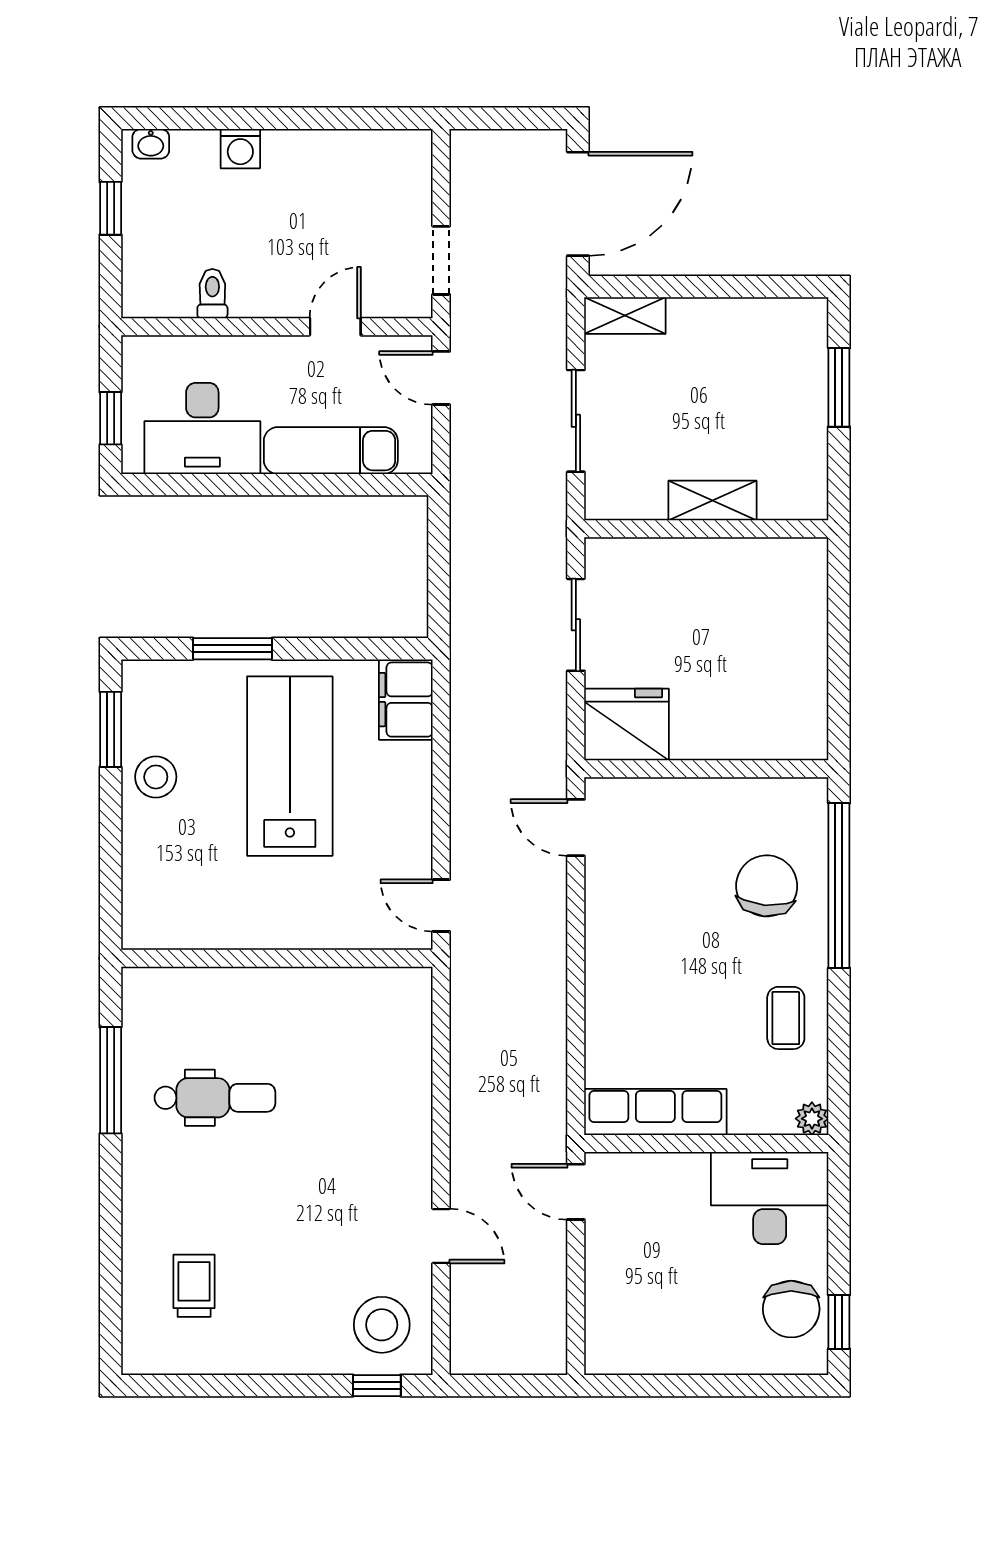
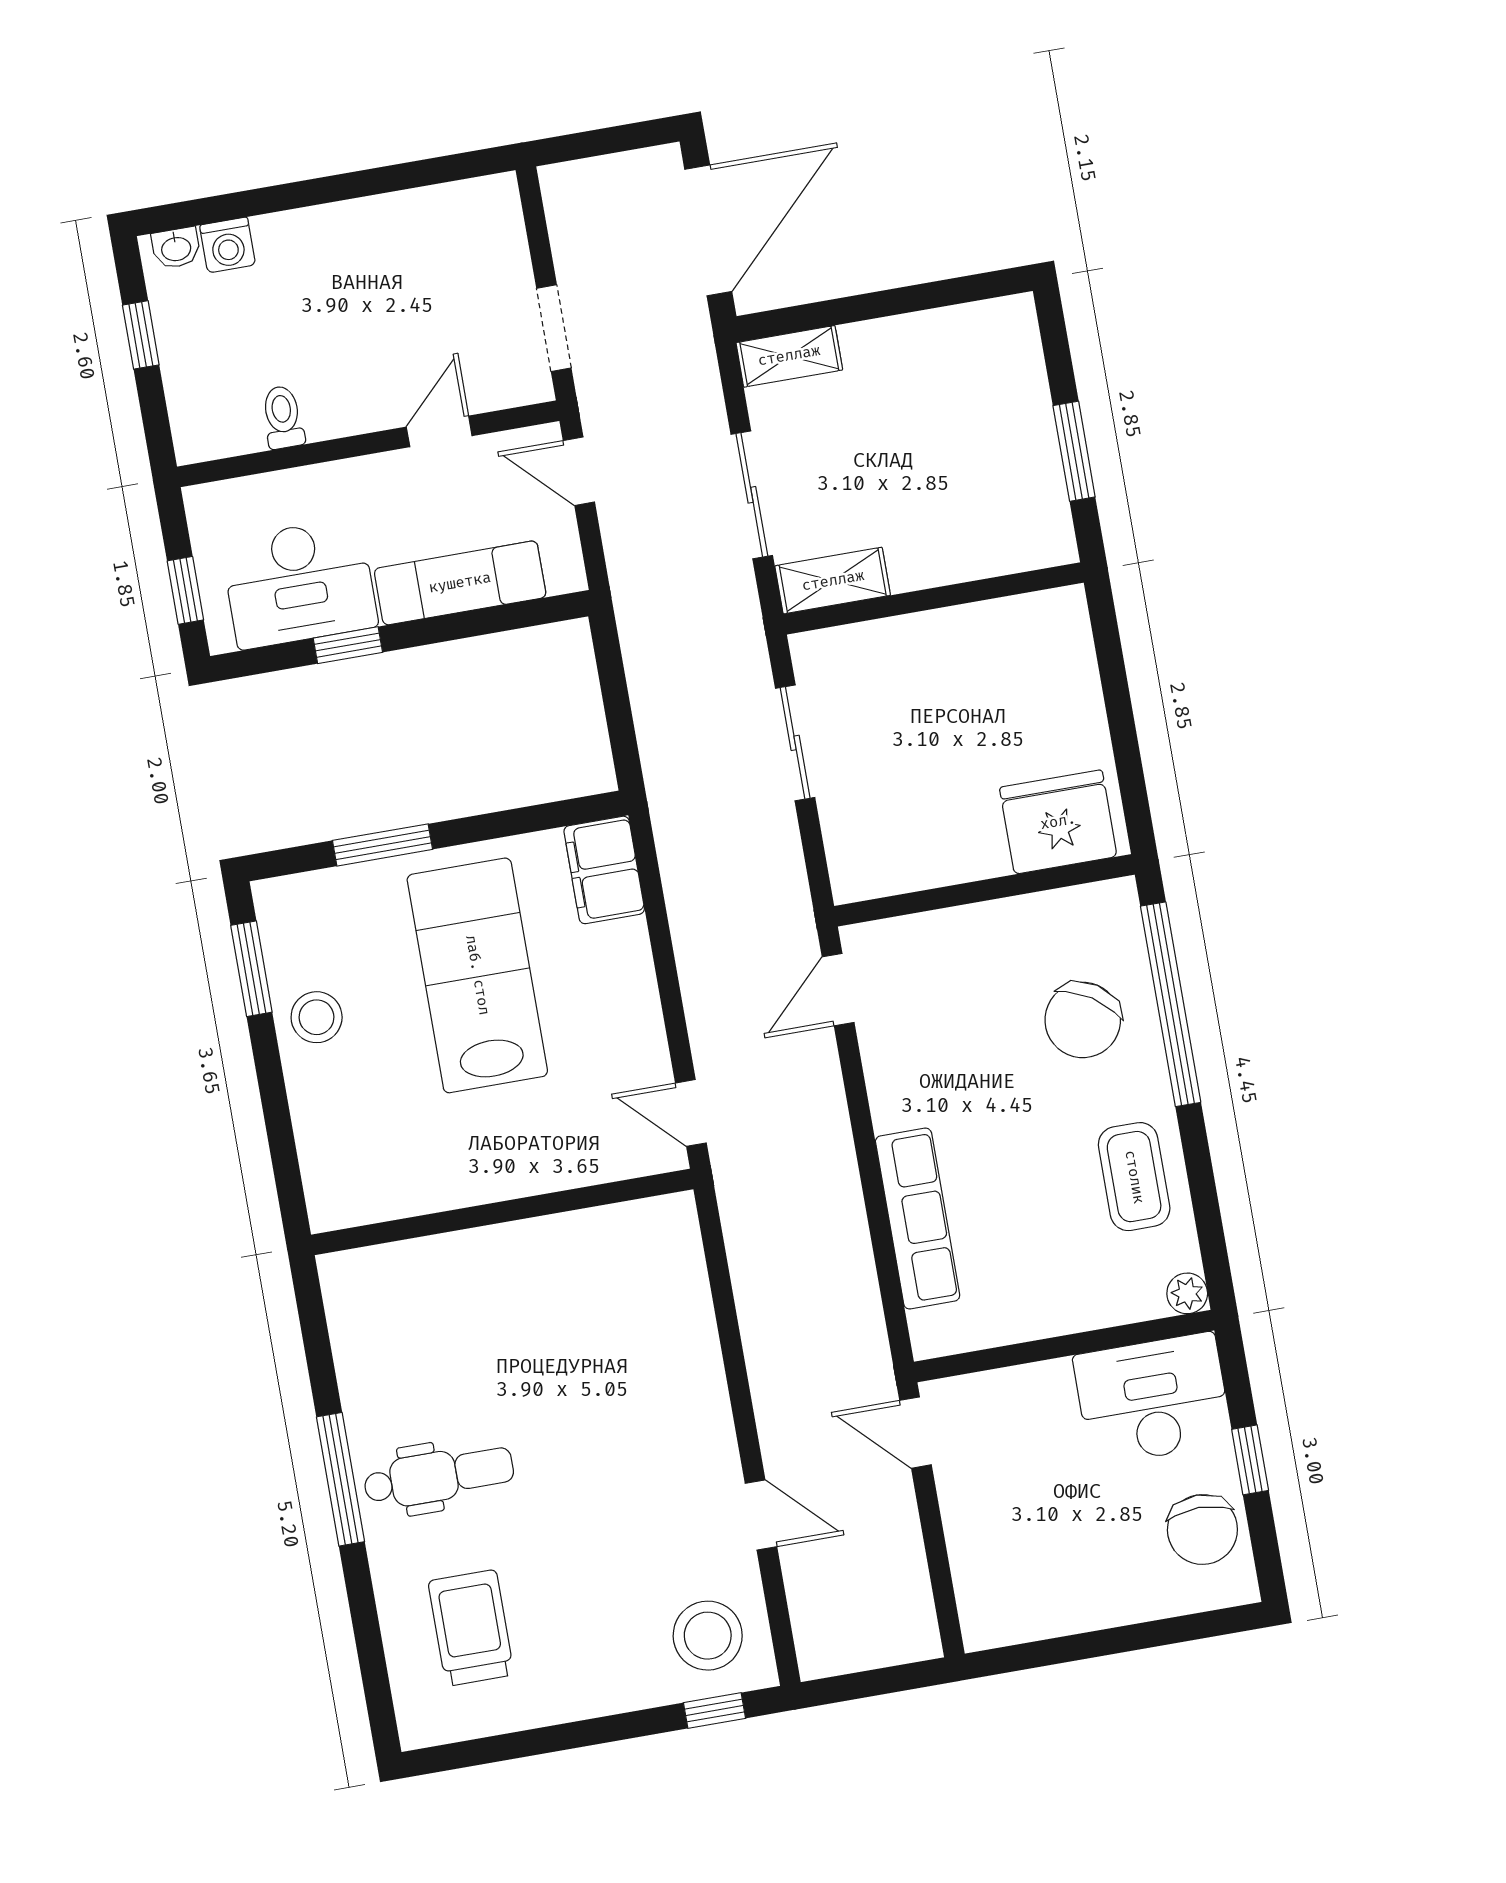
washing machine: (240, 149) -> (228, 245), moved
window: (839, 387) -> (1074, 451), moved
window: (233, 485) -> (348, 645), added
shelving: (712, 500) -> (833, 581), moved
fridge: (627, 724) -> (1058, 822), moved
door: (576, 828) -> (838, 990), hinge flipped
chair: (767, 886) -> (1083, 1020), turned -152
coffee table: (786, 1018) -> (1134, 1177), width x1.36, depth x1.30
window: (111, 1080) -> (341, 1479), moved
dental chair: (215, 1098) -> (439, 1476), moved
row of seats: (655, 1112) -> (918, 1219), moved, turned 90
trolley: (194, 1286) -> (471, 1628), width x1.36, depth x1.39
window: (839, 1322) -> (1250, 1460), moved

